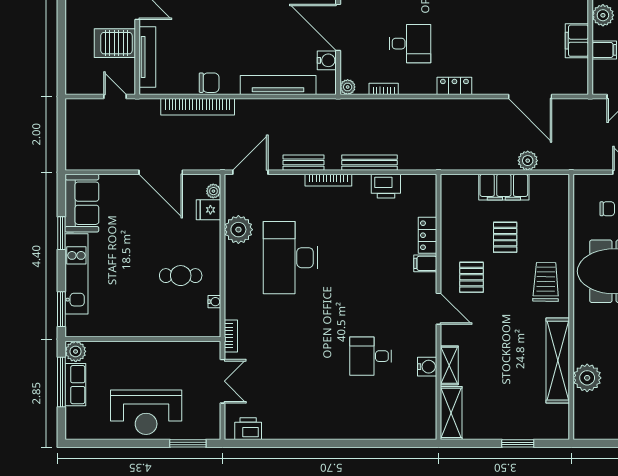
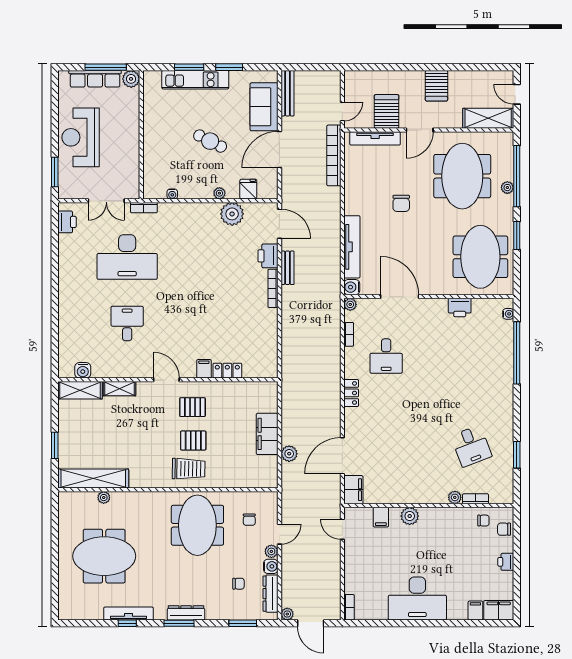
door: (338, 27) -> (400, 297), hinge flipped
filing cabinet: (577, 41) -> (353, 490), moved, turned 90
water cooler: (327, 60) -> (352, 287), moved, turned 90
chair: (209, 83) -> (401, 203), moved
bookcase: (198, 107) -> (334, 155), moved
bench: (369, 163) -> (287, 93), moved
printer: (386, 186) -> (268, 256), moved
plant: (213, 191) -> (219, 193), moved
sofa: (82, 203) -> (264, 107), moved, turned 90
pallet: (505, 237) -> (193, 441), moved
desk: (290, 258) -> (127, 257), moved, turned 180
cafe table: (181, 276) -> (210, 141), moved, turned -63
window: (61, 309) -> (189, 67), moved
door: (439, 309) -> (166, 380), swing flipped
shelving: (558, 361) -> (93, 479), moved
water cooler: (427, 367) -> (83, 370), moved
plant: (587, 378) -> (104, 498), width x0.53, depth x0.53
row of seats: (75, 385) -> (95, 79), width x1.48

